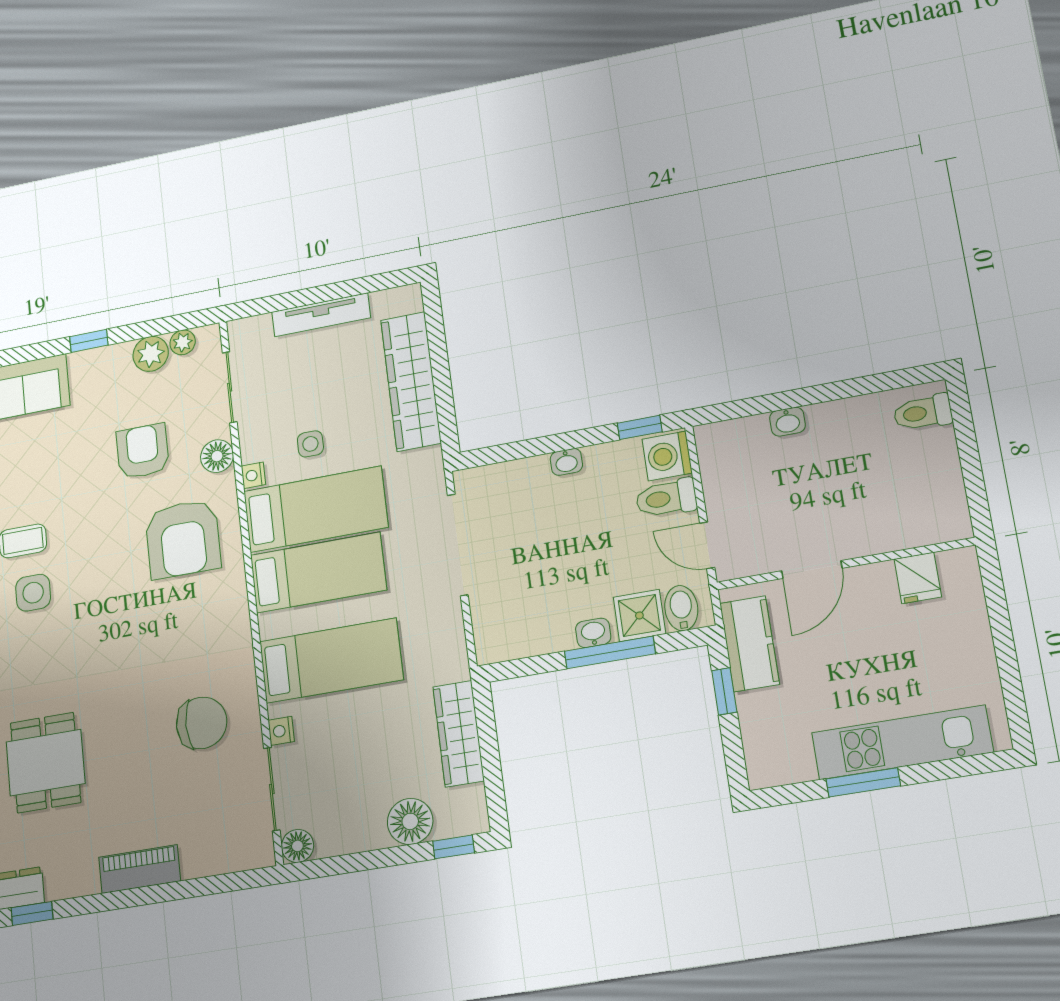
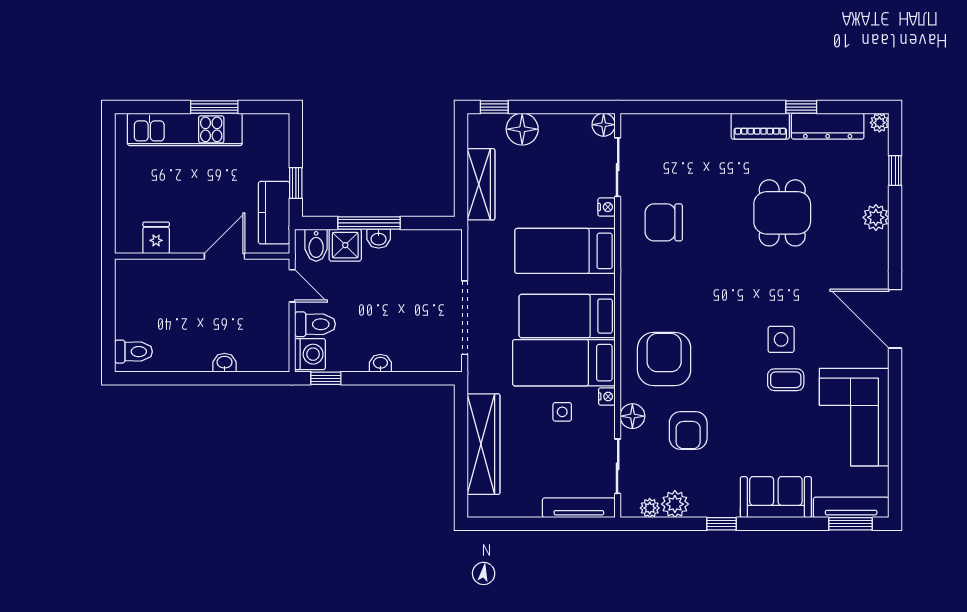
tv unit: (321, 315) -> (579, 508), moved
piano: (140, 869) -> (760, 126), moved

